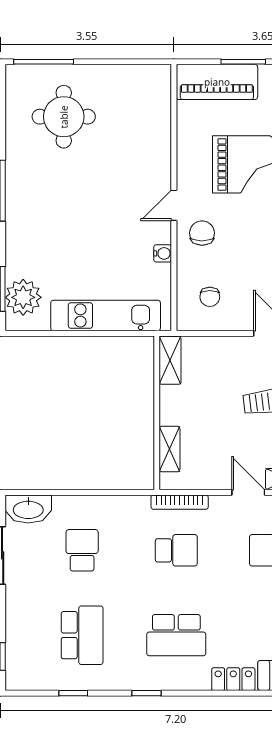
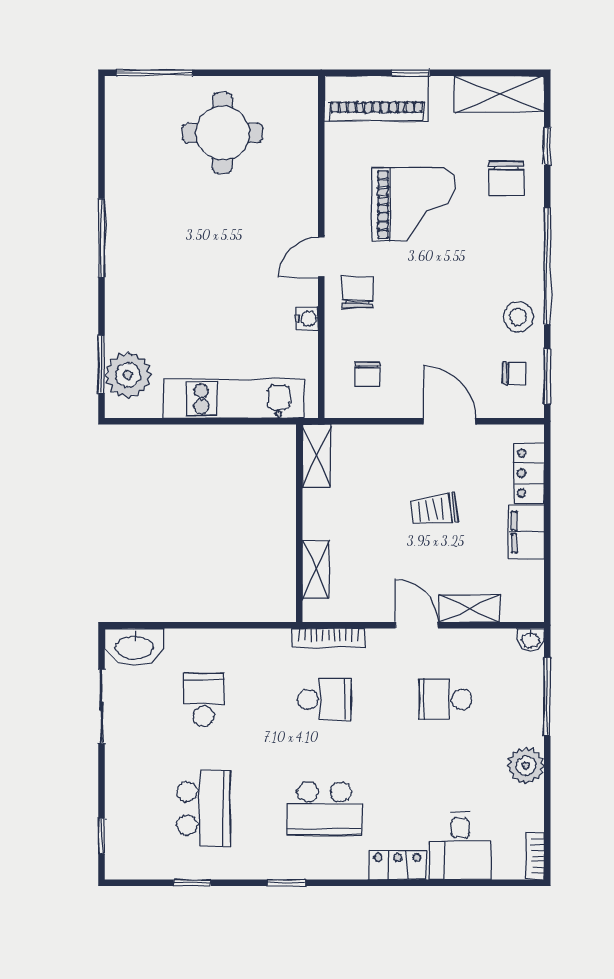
window: (243, 62) -> (410, 73), width x0.67
round table: (64, 117) -> (223, 133), moved

